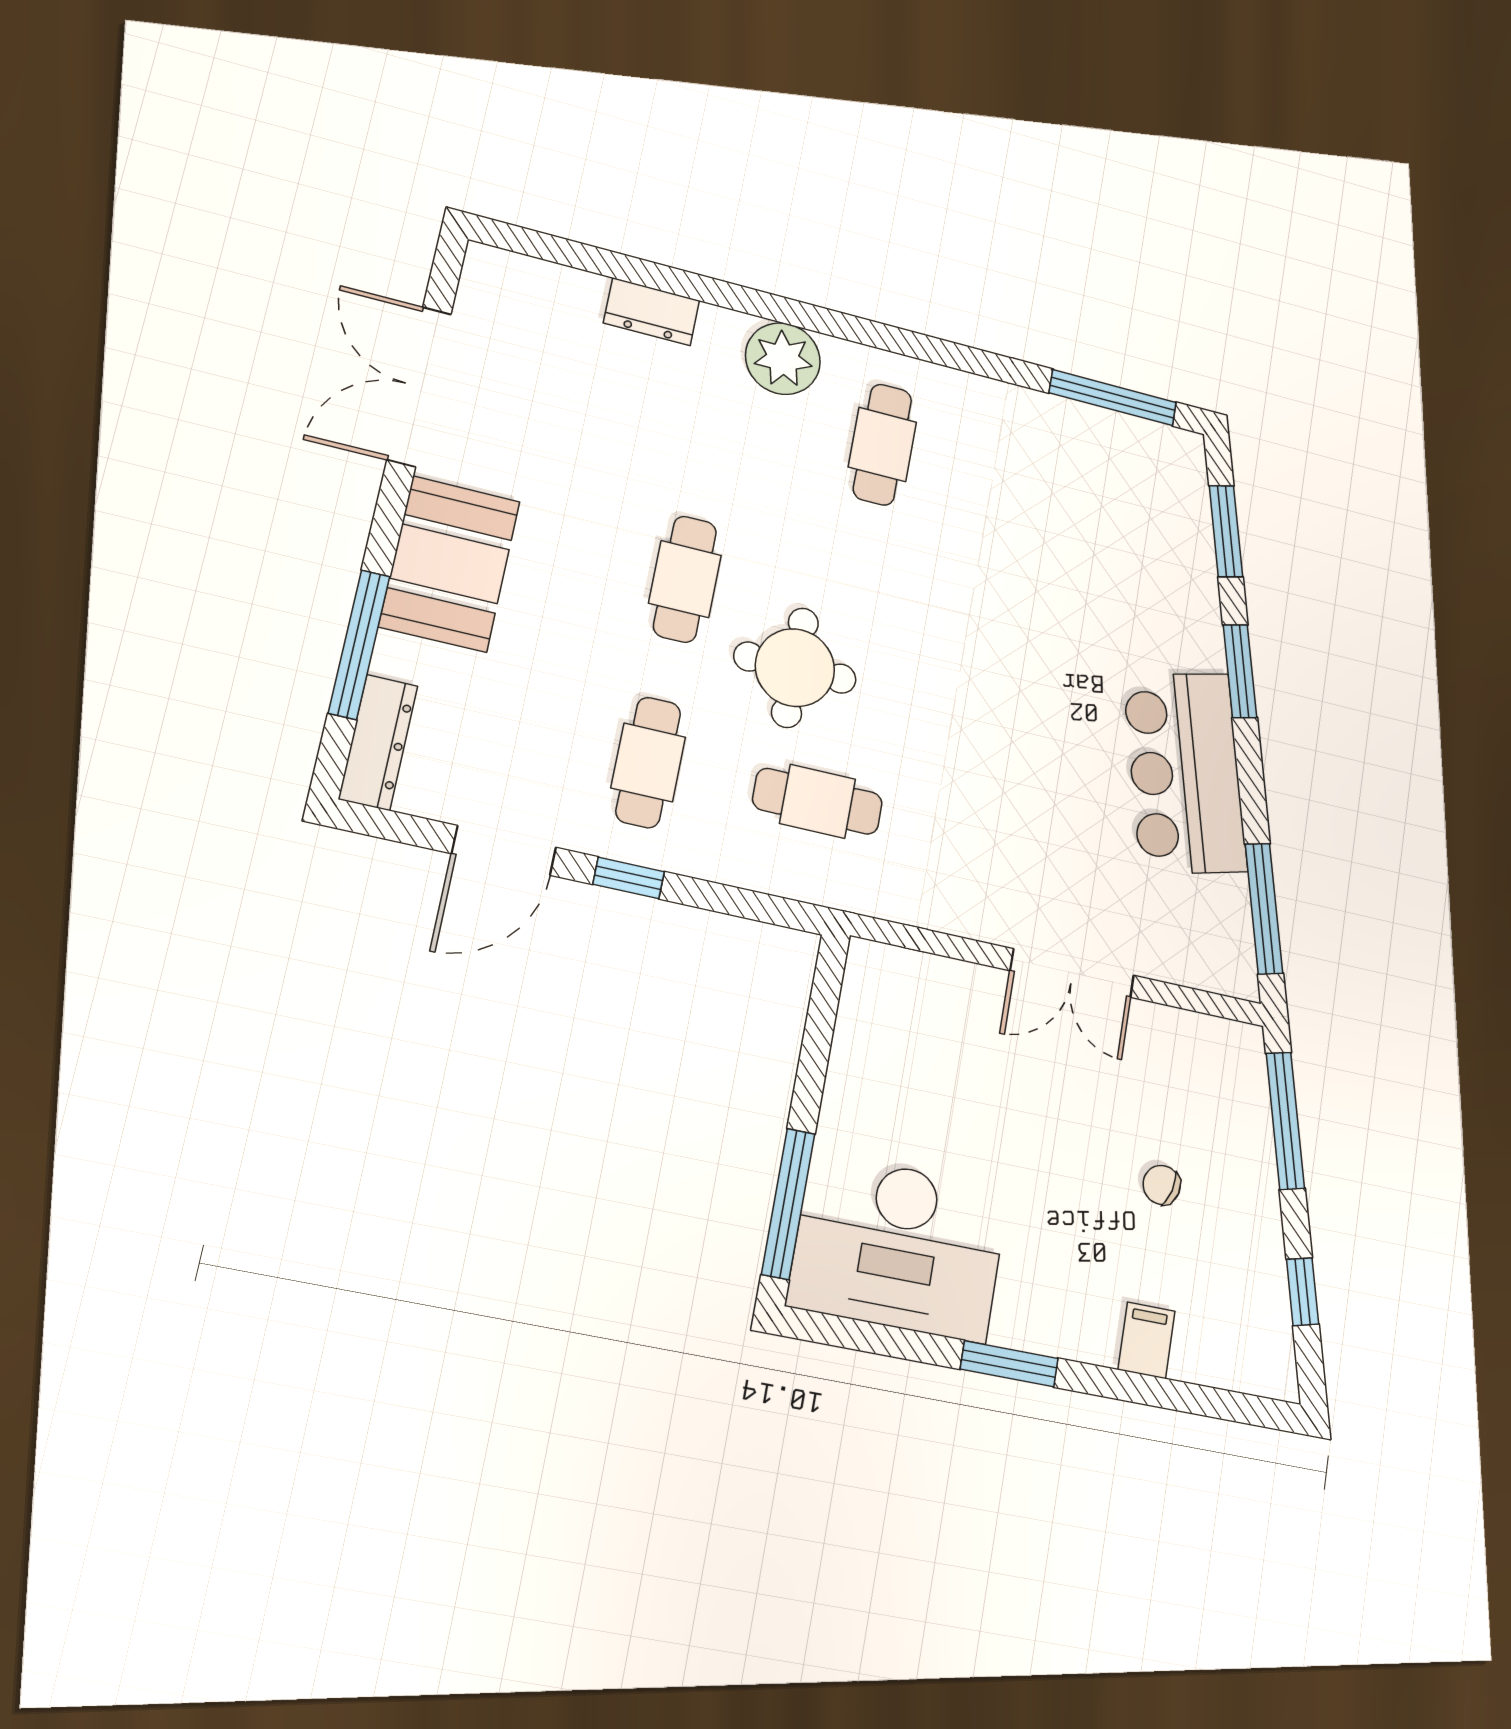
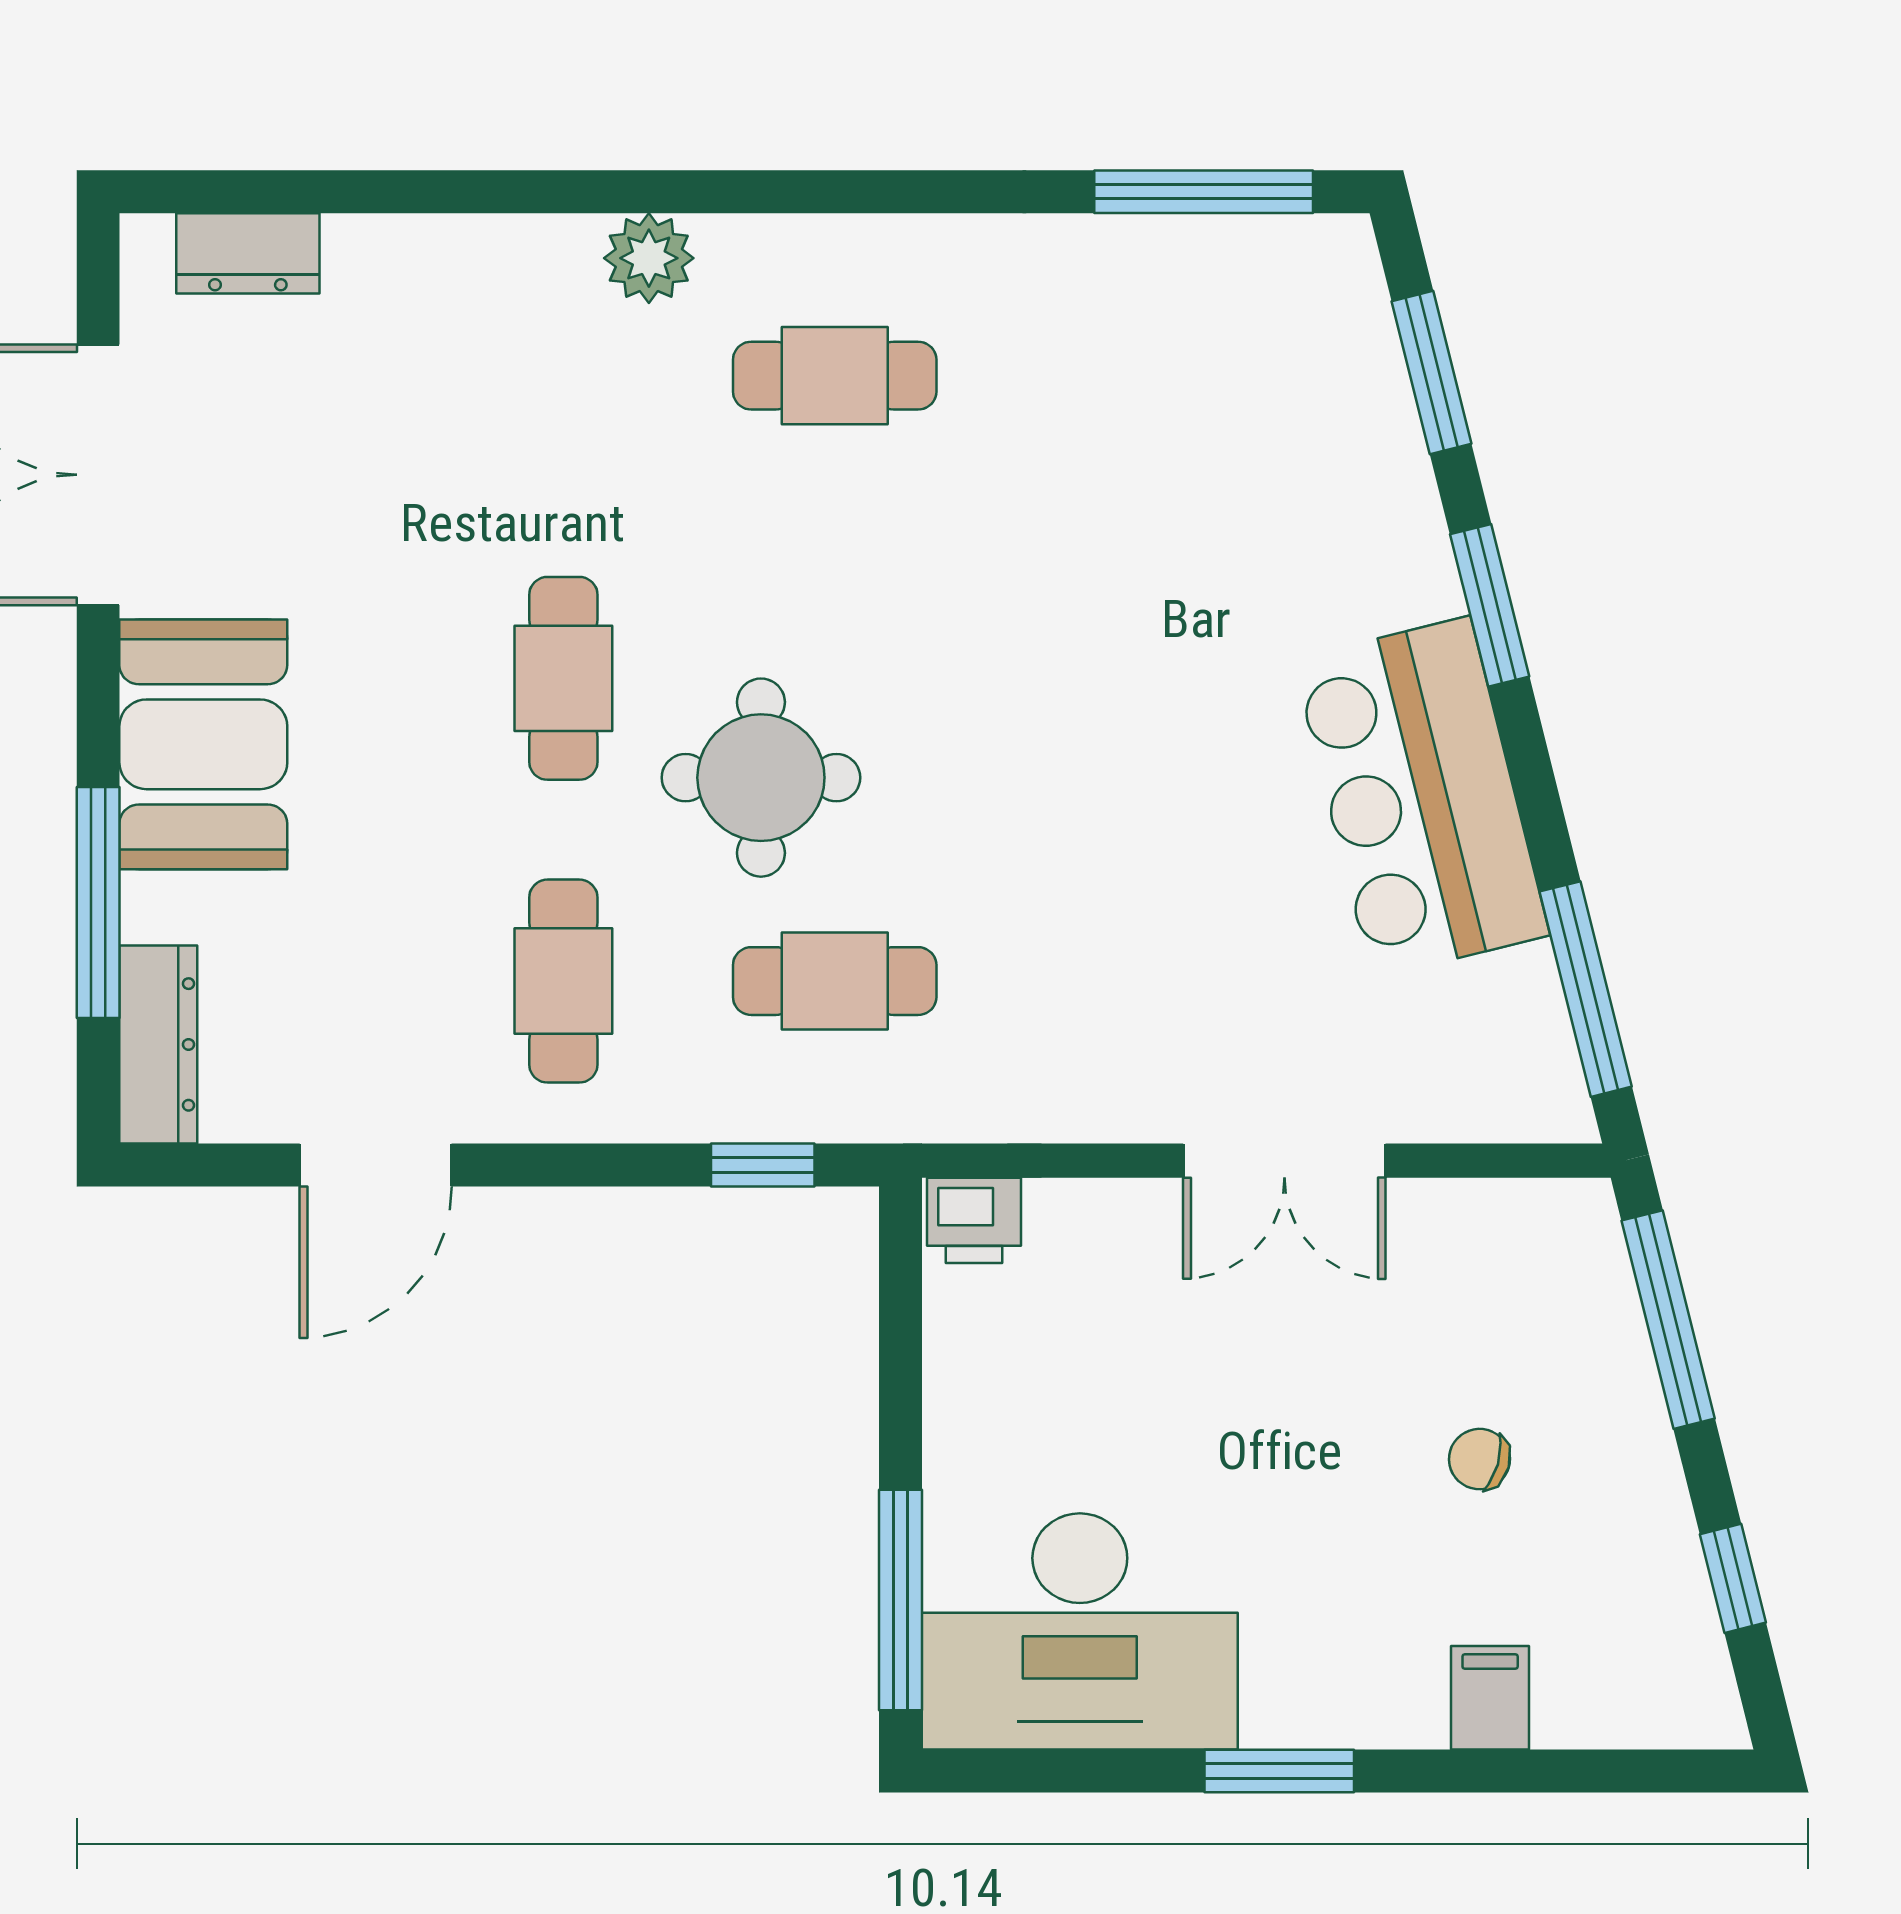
dresser: (652, 312) -> (248, 253), moved
plant: (783, 359) -> (649, 258), width x0.73, depth x0.73
cafe table: (882, 445) -> (835, 376), turned 90
window: (629, 878) -> (763, 1165), moved
printer: (877, 969) -> (974, 1220), added

